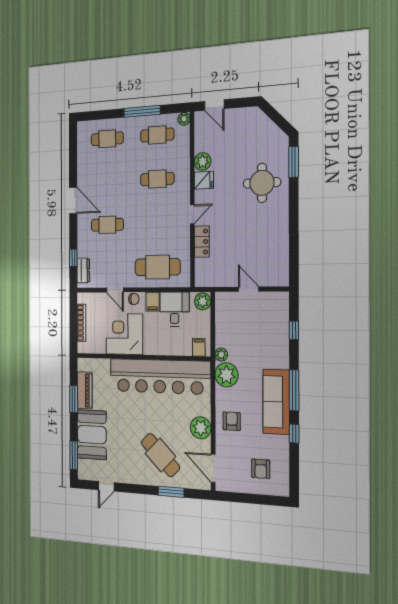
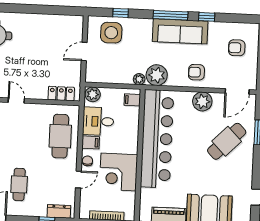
locker: (202, 242) -> (61, 94), moved
side table: (271, 320) -> (111, 33), added
armchair: (261, 469) -> (237, 48), turned 180

